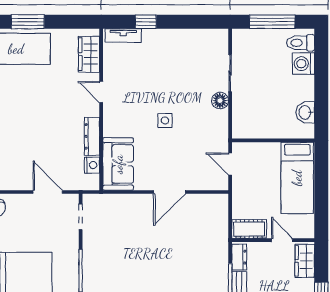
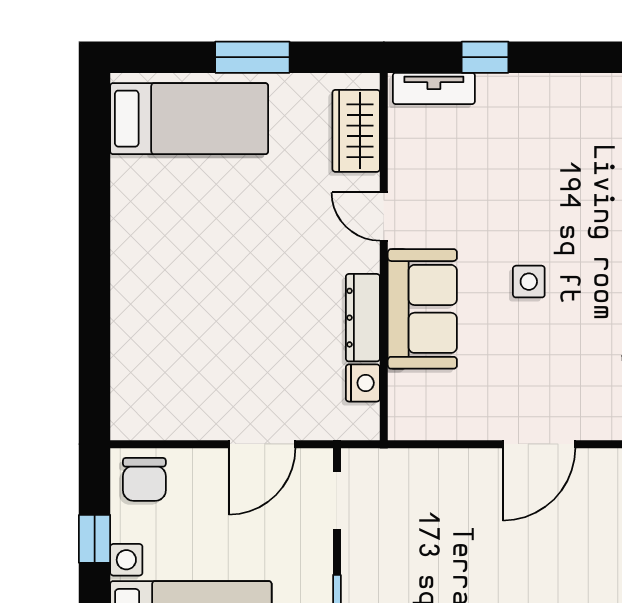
window: (28, 22) -> (252, 57), moved
sofa: (118, 164) -> (422, 309), moved
door: (48, 192) -> (262, 444), swing flipped

